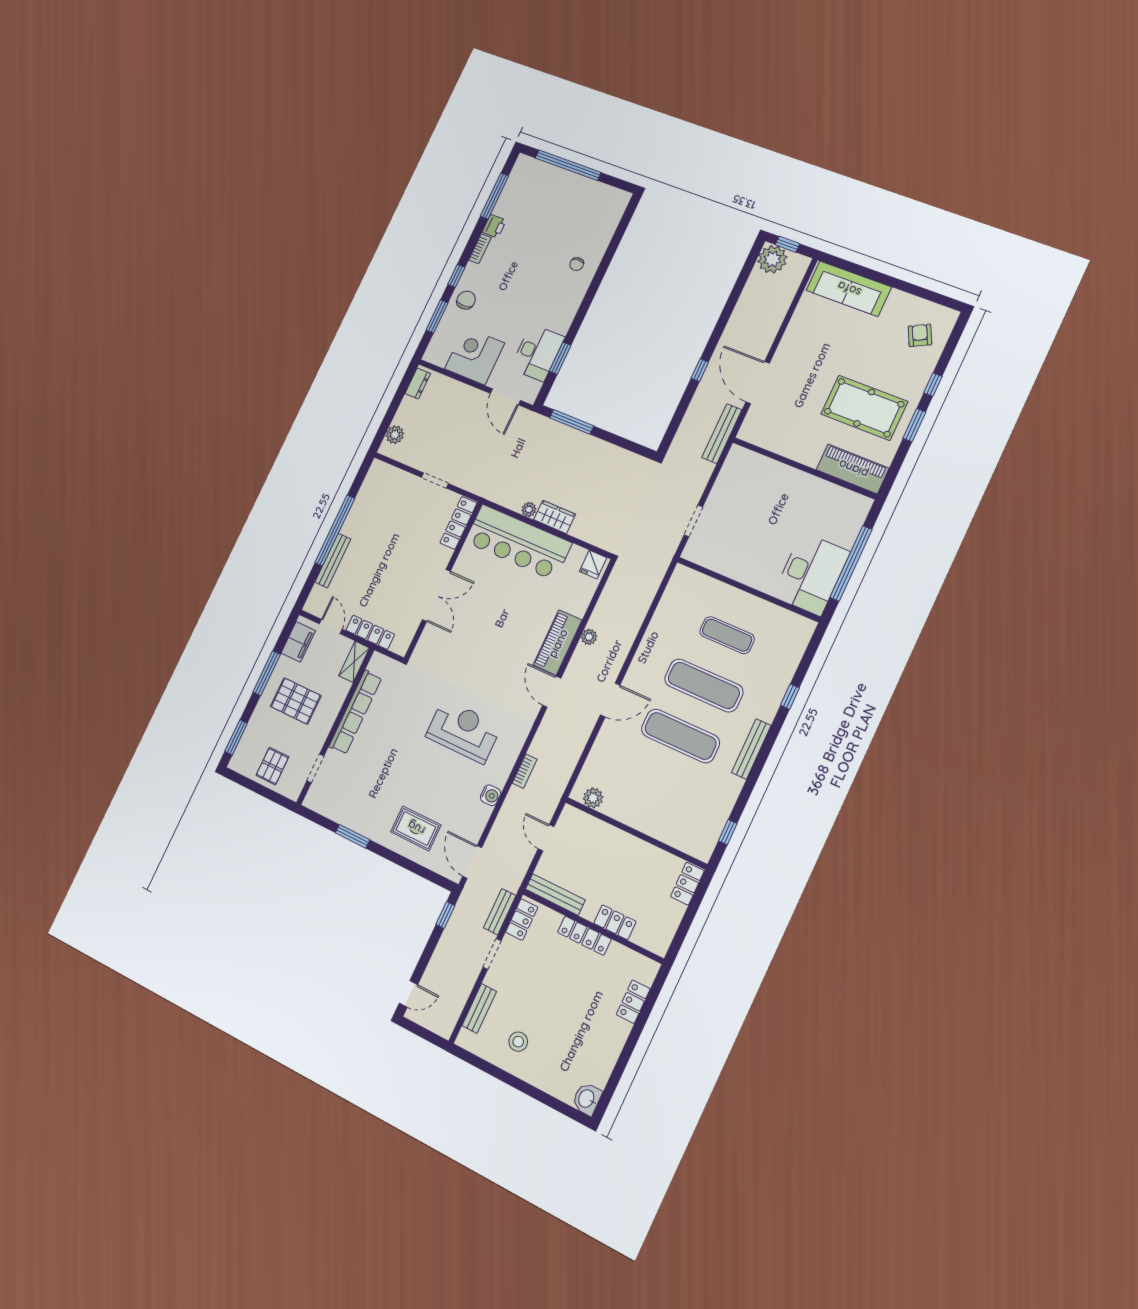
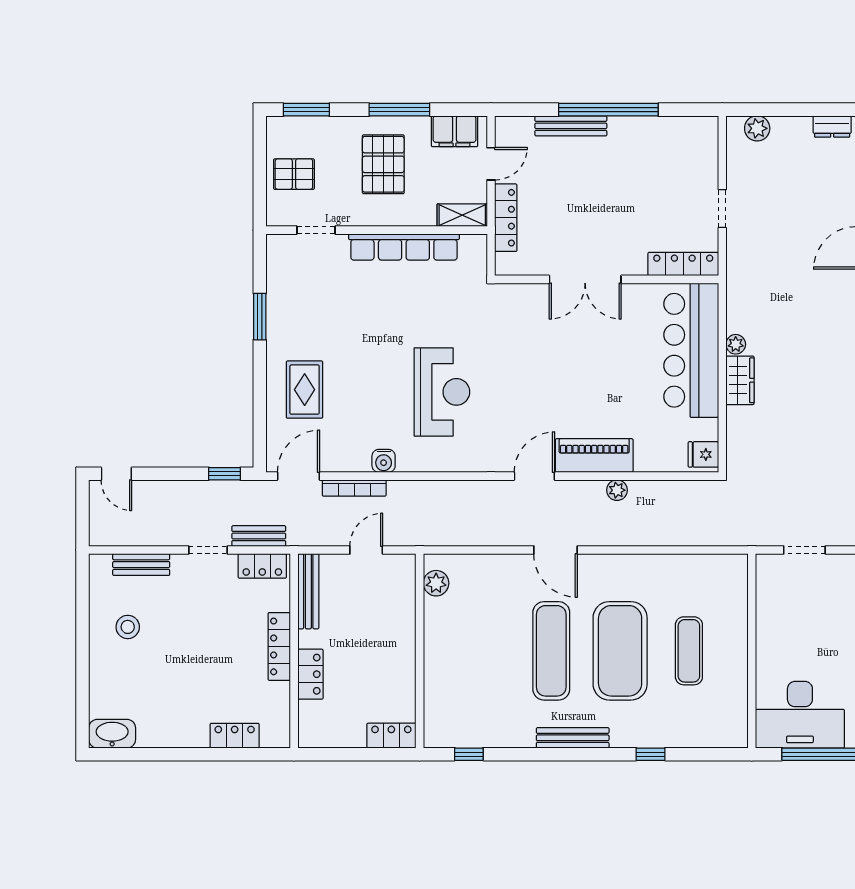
exercise mat: (704, 685) -> (620, 651), width x1.47
bookcase: (525, 771) -> (354, 488), moved, width x1.56
washbasin: (587, 1099) -> (112, 734), width x1.38

